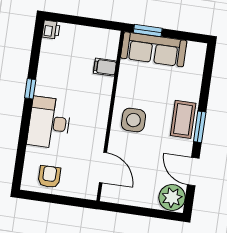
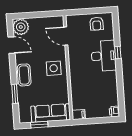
window: (148, 31) -> (39, 125), moved
filing cabinet: (105, 67) -> (79, 115), moved
window: (30, 89) -> (118, 53), moved
window: (200, 127) -> (15, 94), moved

